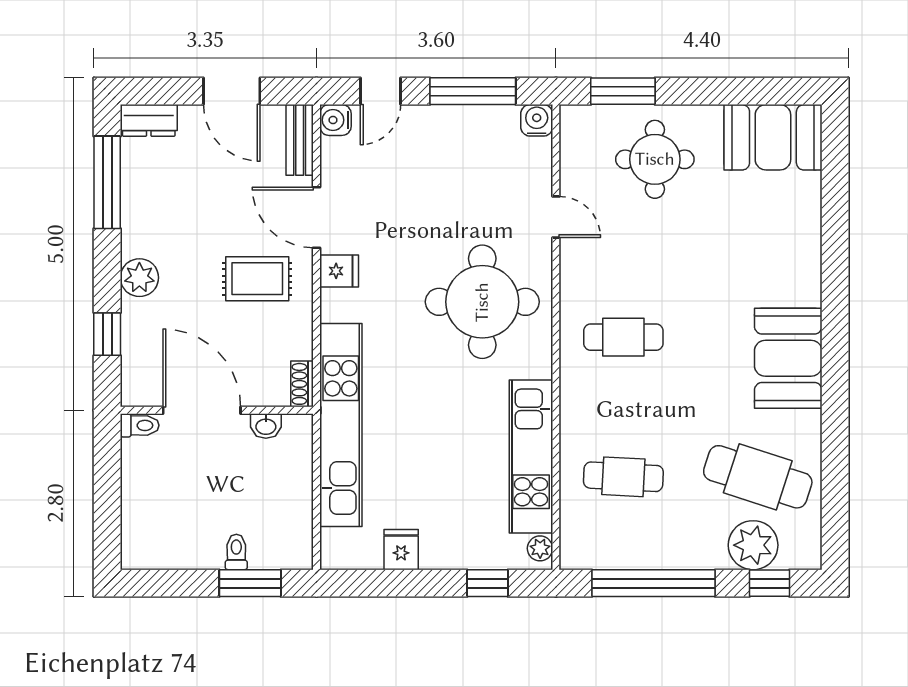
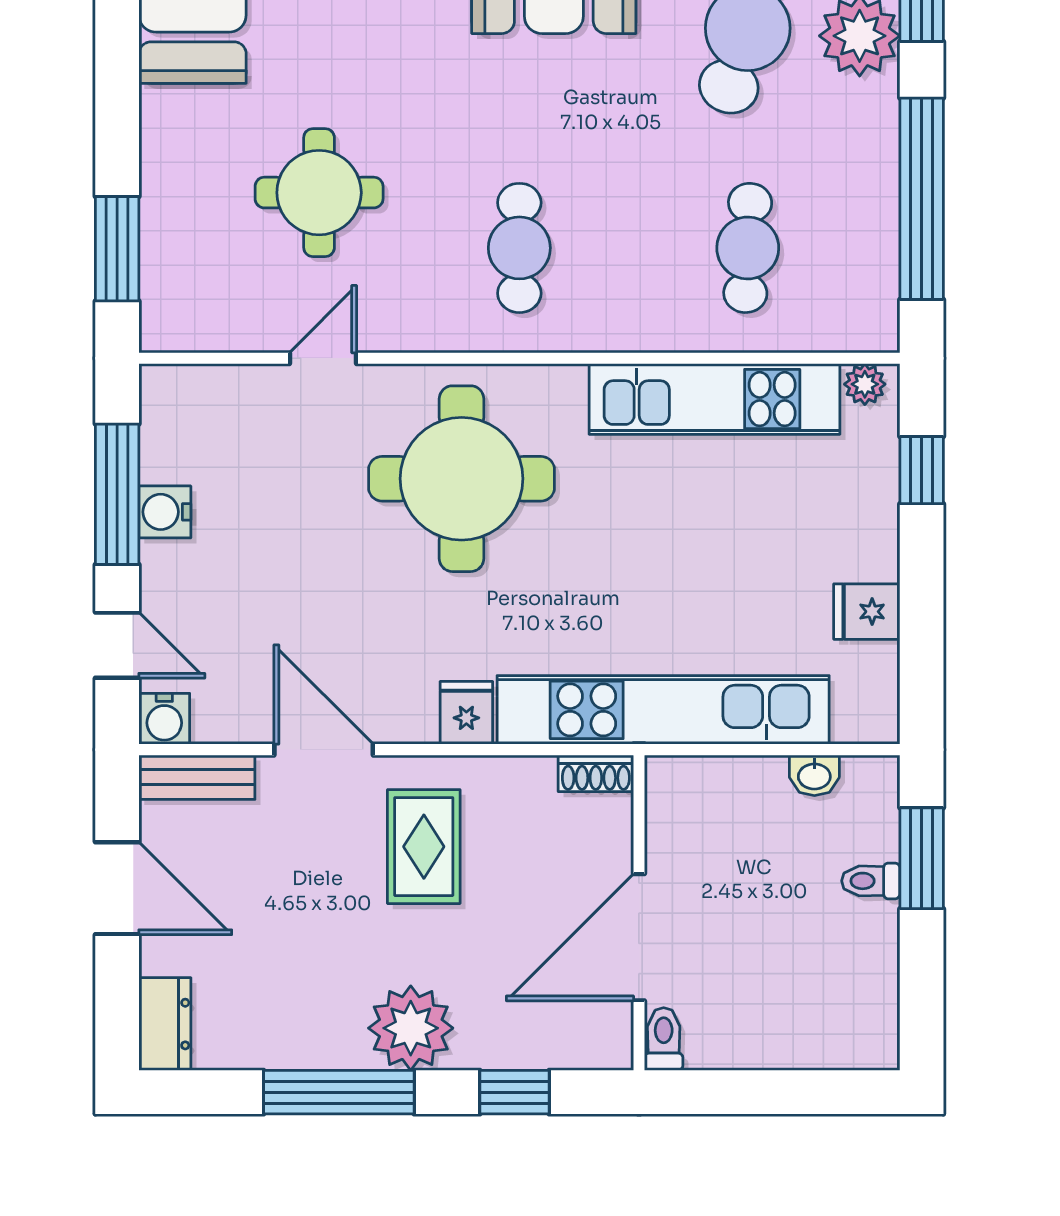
door: (232, 91) -> (117, 888), hinge flipped
water cooler: (537, 120) -> (165, 512), moved
round table: (655, 159) -> (319, 193), moved
window: (107, 182) -> (339, 1092), moved
door: (317, 217) -> (324, 750), swing flipped
fridge: (339, 271) -> (466, 713), moved
plant: (139, 278) -> (411, 1028), width x1.36, depth x1.36
washbasin: (266, 426) -> (814, 775), moved, turned 90

